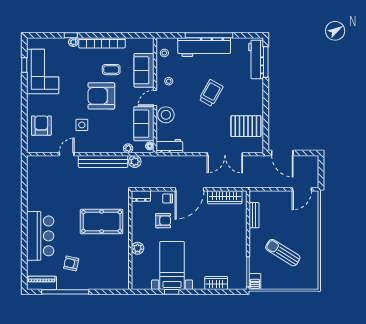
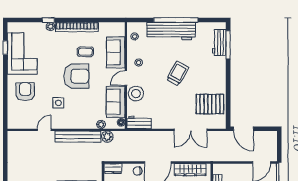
workbench: (256, 59) -> (219, 42), width x0.73
armchair: (101, 96) -> (76, 76), turned 180
armchair: (41, 126) -> (25, 92), moved

